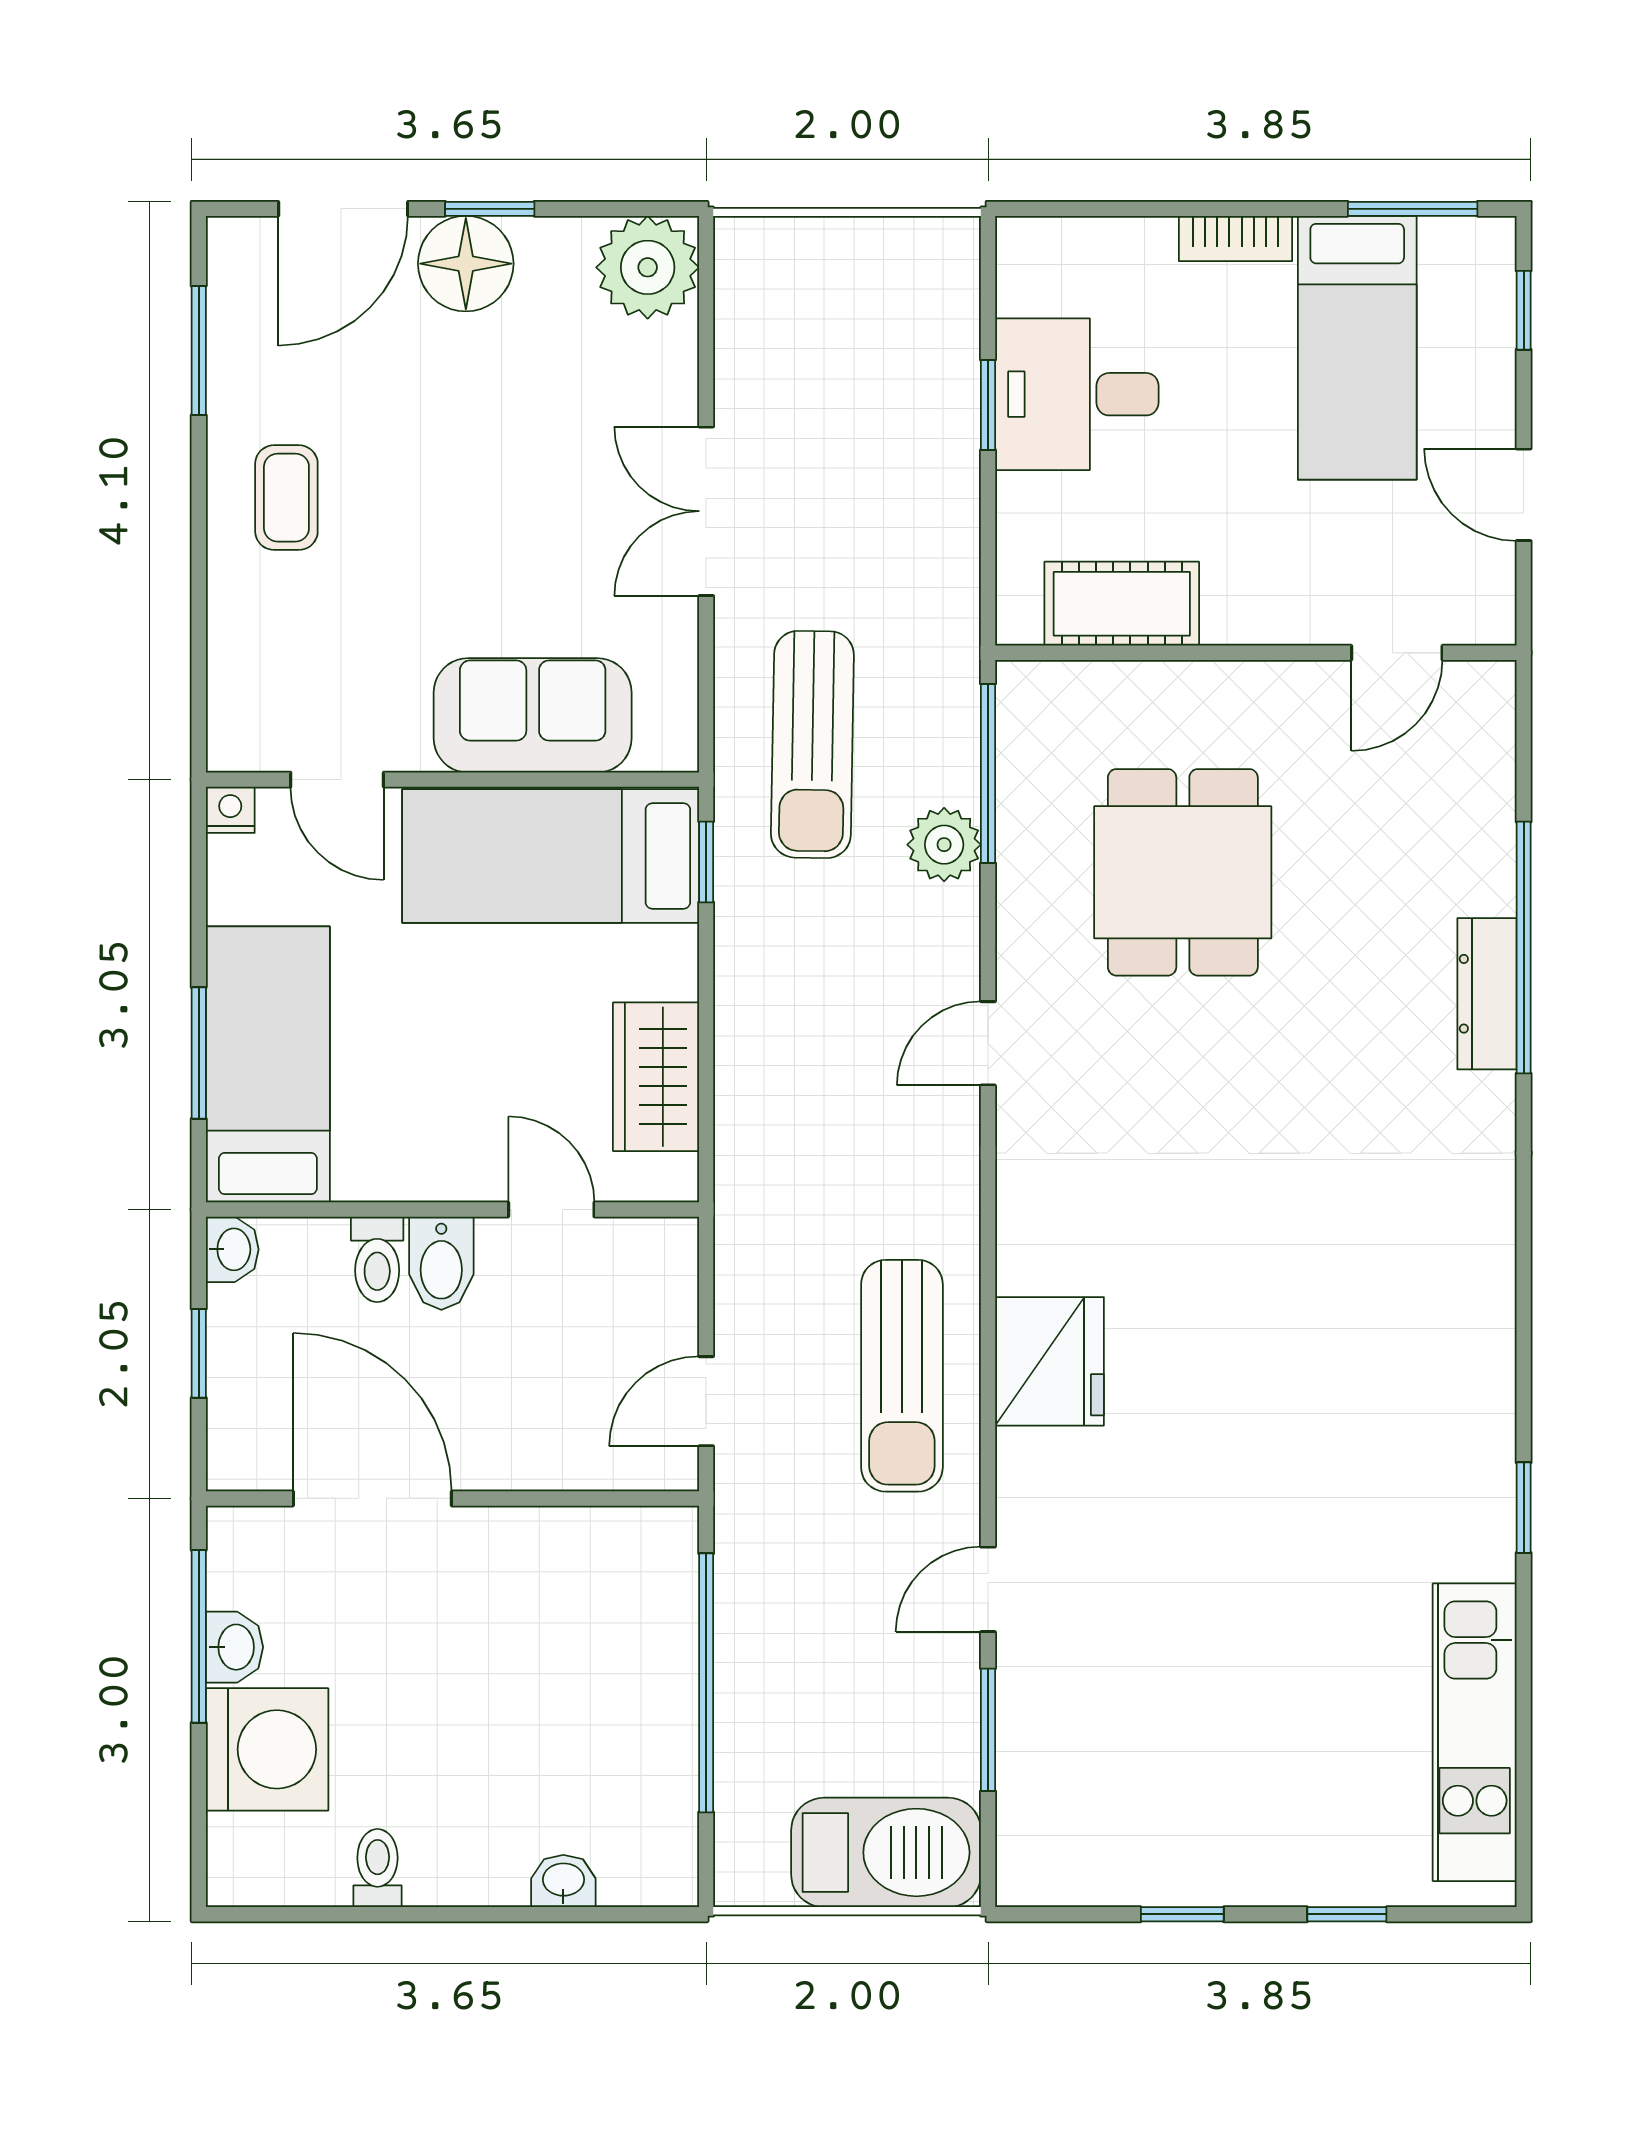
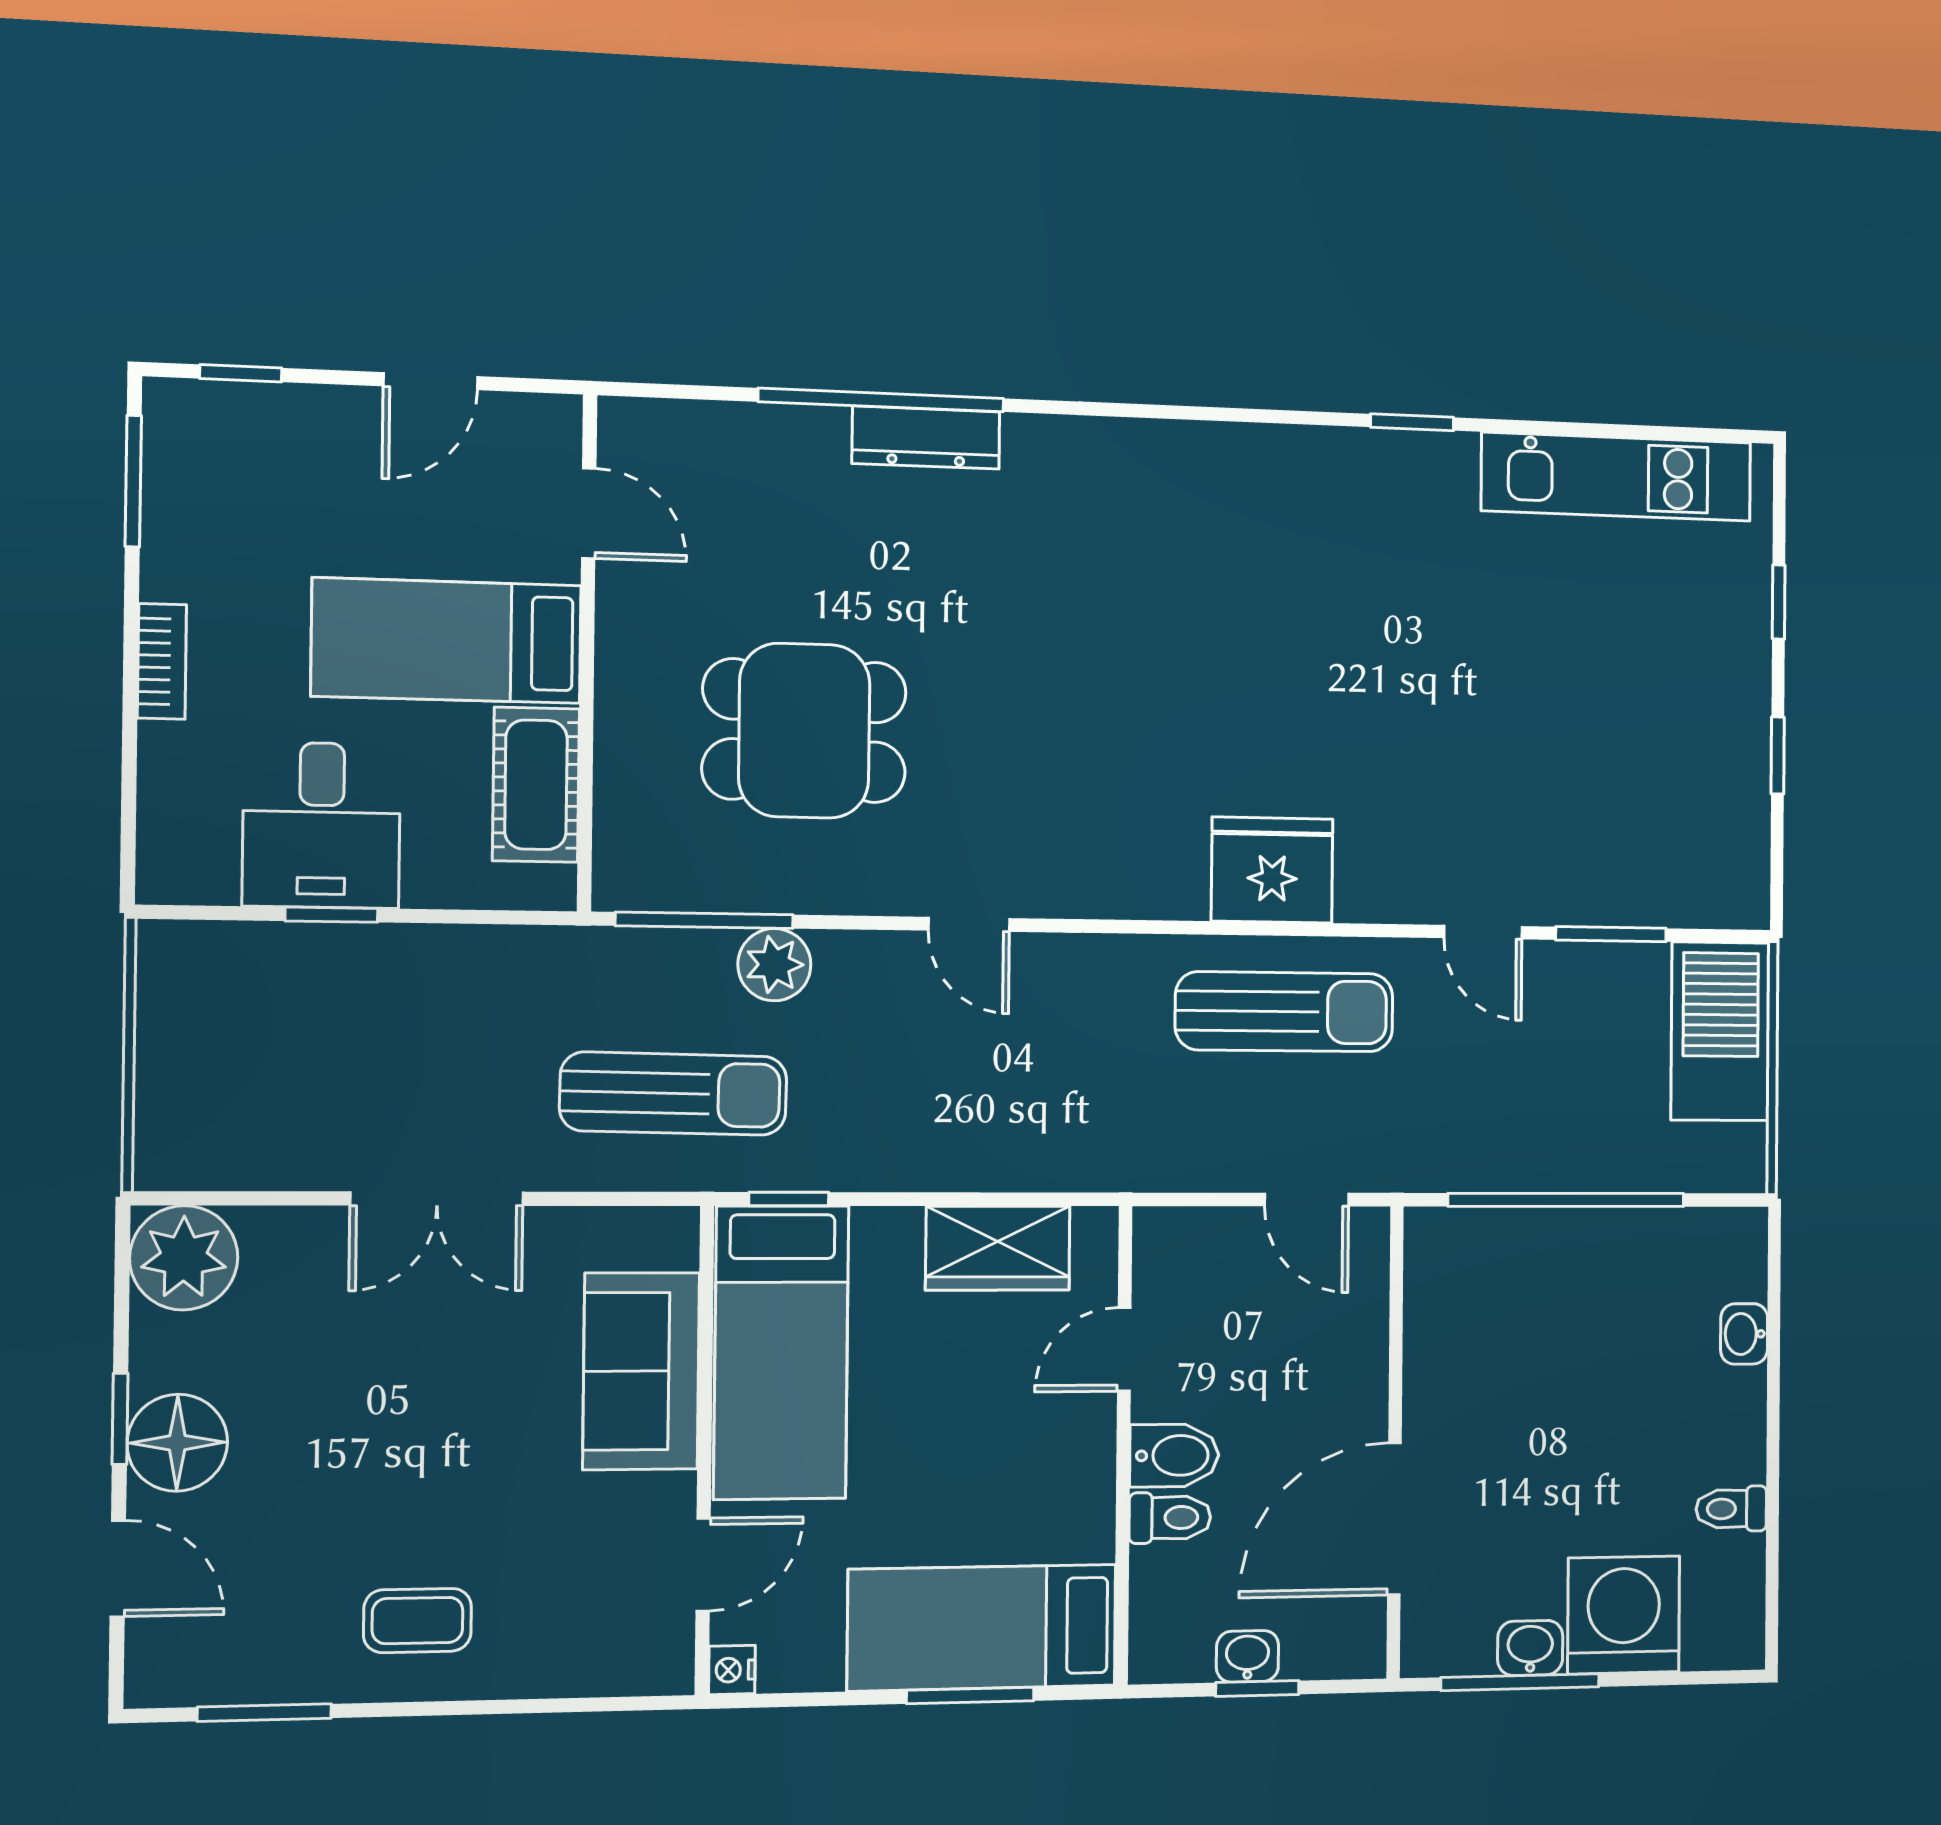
door: (343, 209) -> (118, 1569), width x0.73
bed: (1357, 348) -> (447, 641), moved, turned 180
washbasin: (232, 1249) -> (1247, 1656), moved

